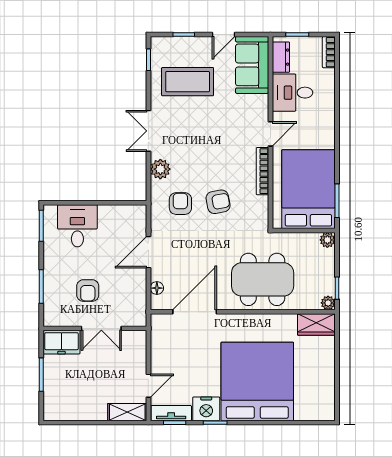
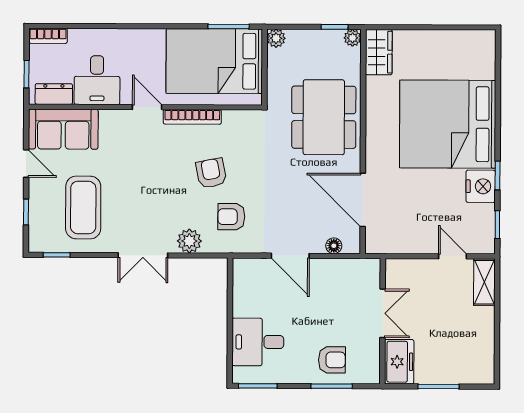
armchair: (218, 202) -> (211, 173), moved
armchair: (88, 291) -> (332, 360), moved
tv unit: (171, 413) -> (486, 229), removed

